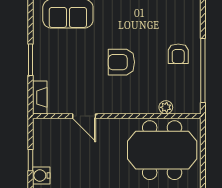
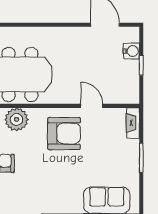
armchair: (121, 62) -> (64, 134), moved, width x1.36, depth x1.36
plant: (166, 107) -> (17, 119), width x1.88, depth x1.88

